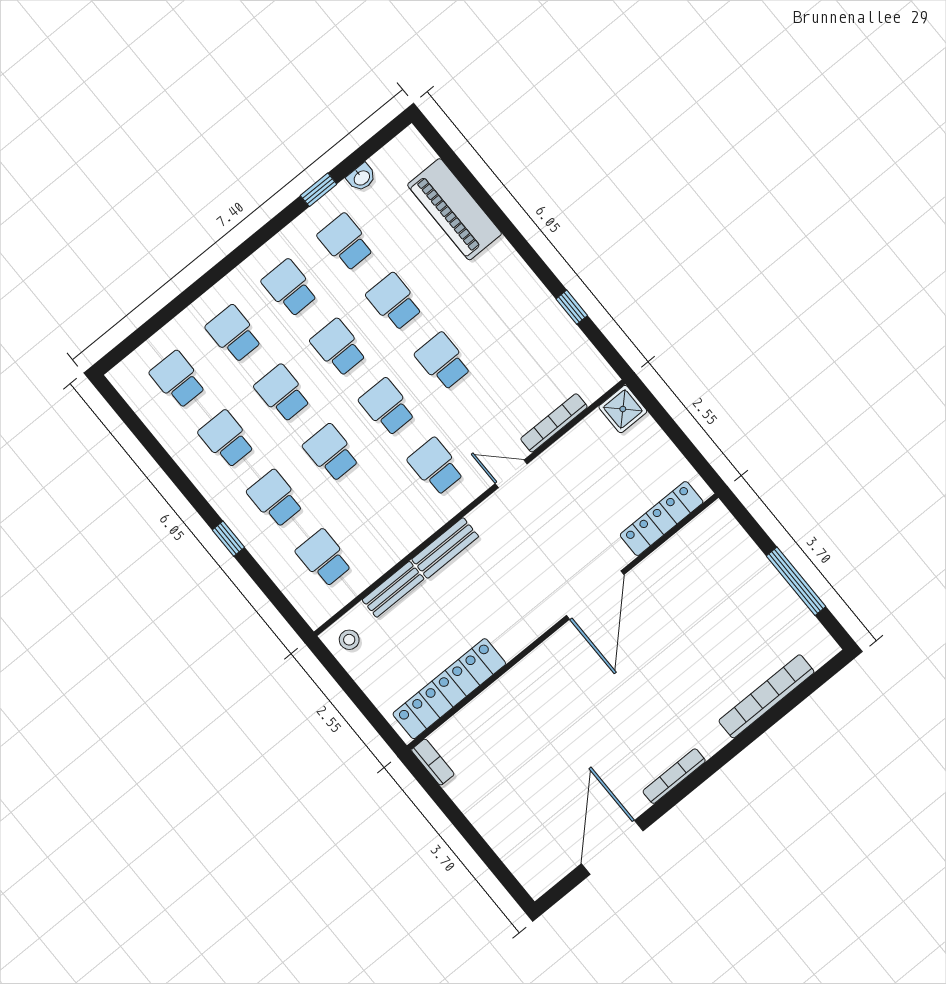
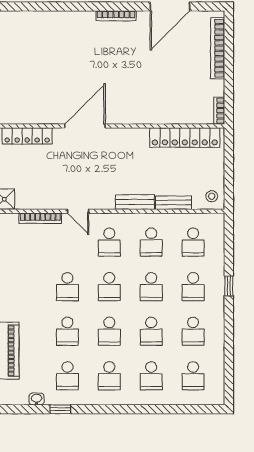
school desk: (380, 512) -> (151, 242), added
bookcase: (766, 696) -> (218, 48), moved, turned 90

